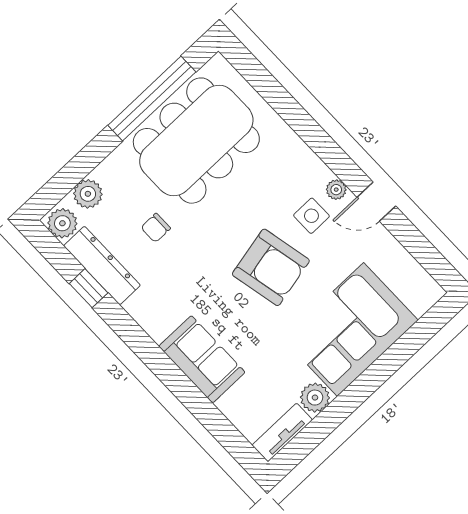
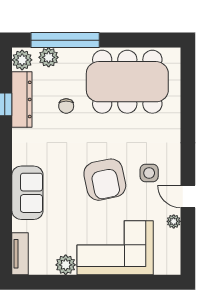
window: (152, 99) -> (65, 40), moved
plant: (336, 190) -> (174, 221), moved
chair: (156, 228) -> (66, 106), turned -90
tv unit: (282, 432) -> (20, 254), moved, turned 90

